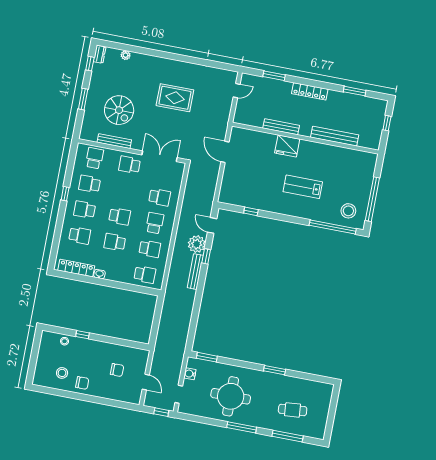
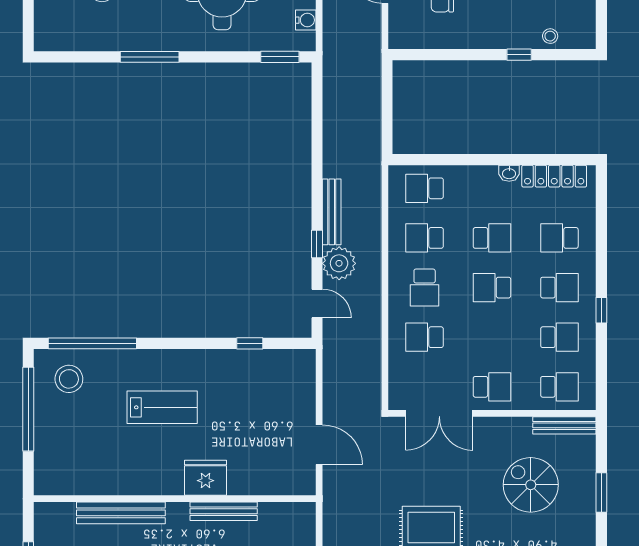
bench: (114, 141) -> (564, 425), moved
school desk: (94, 158) -> (559, 387), turned -90
window: (275, 370) -> (150, 57), width x1.44

